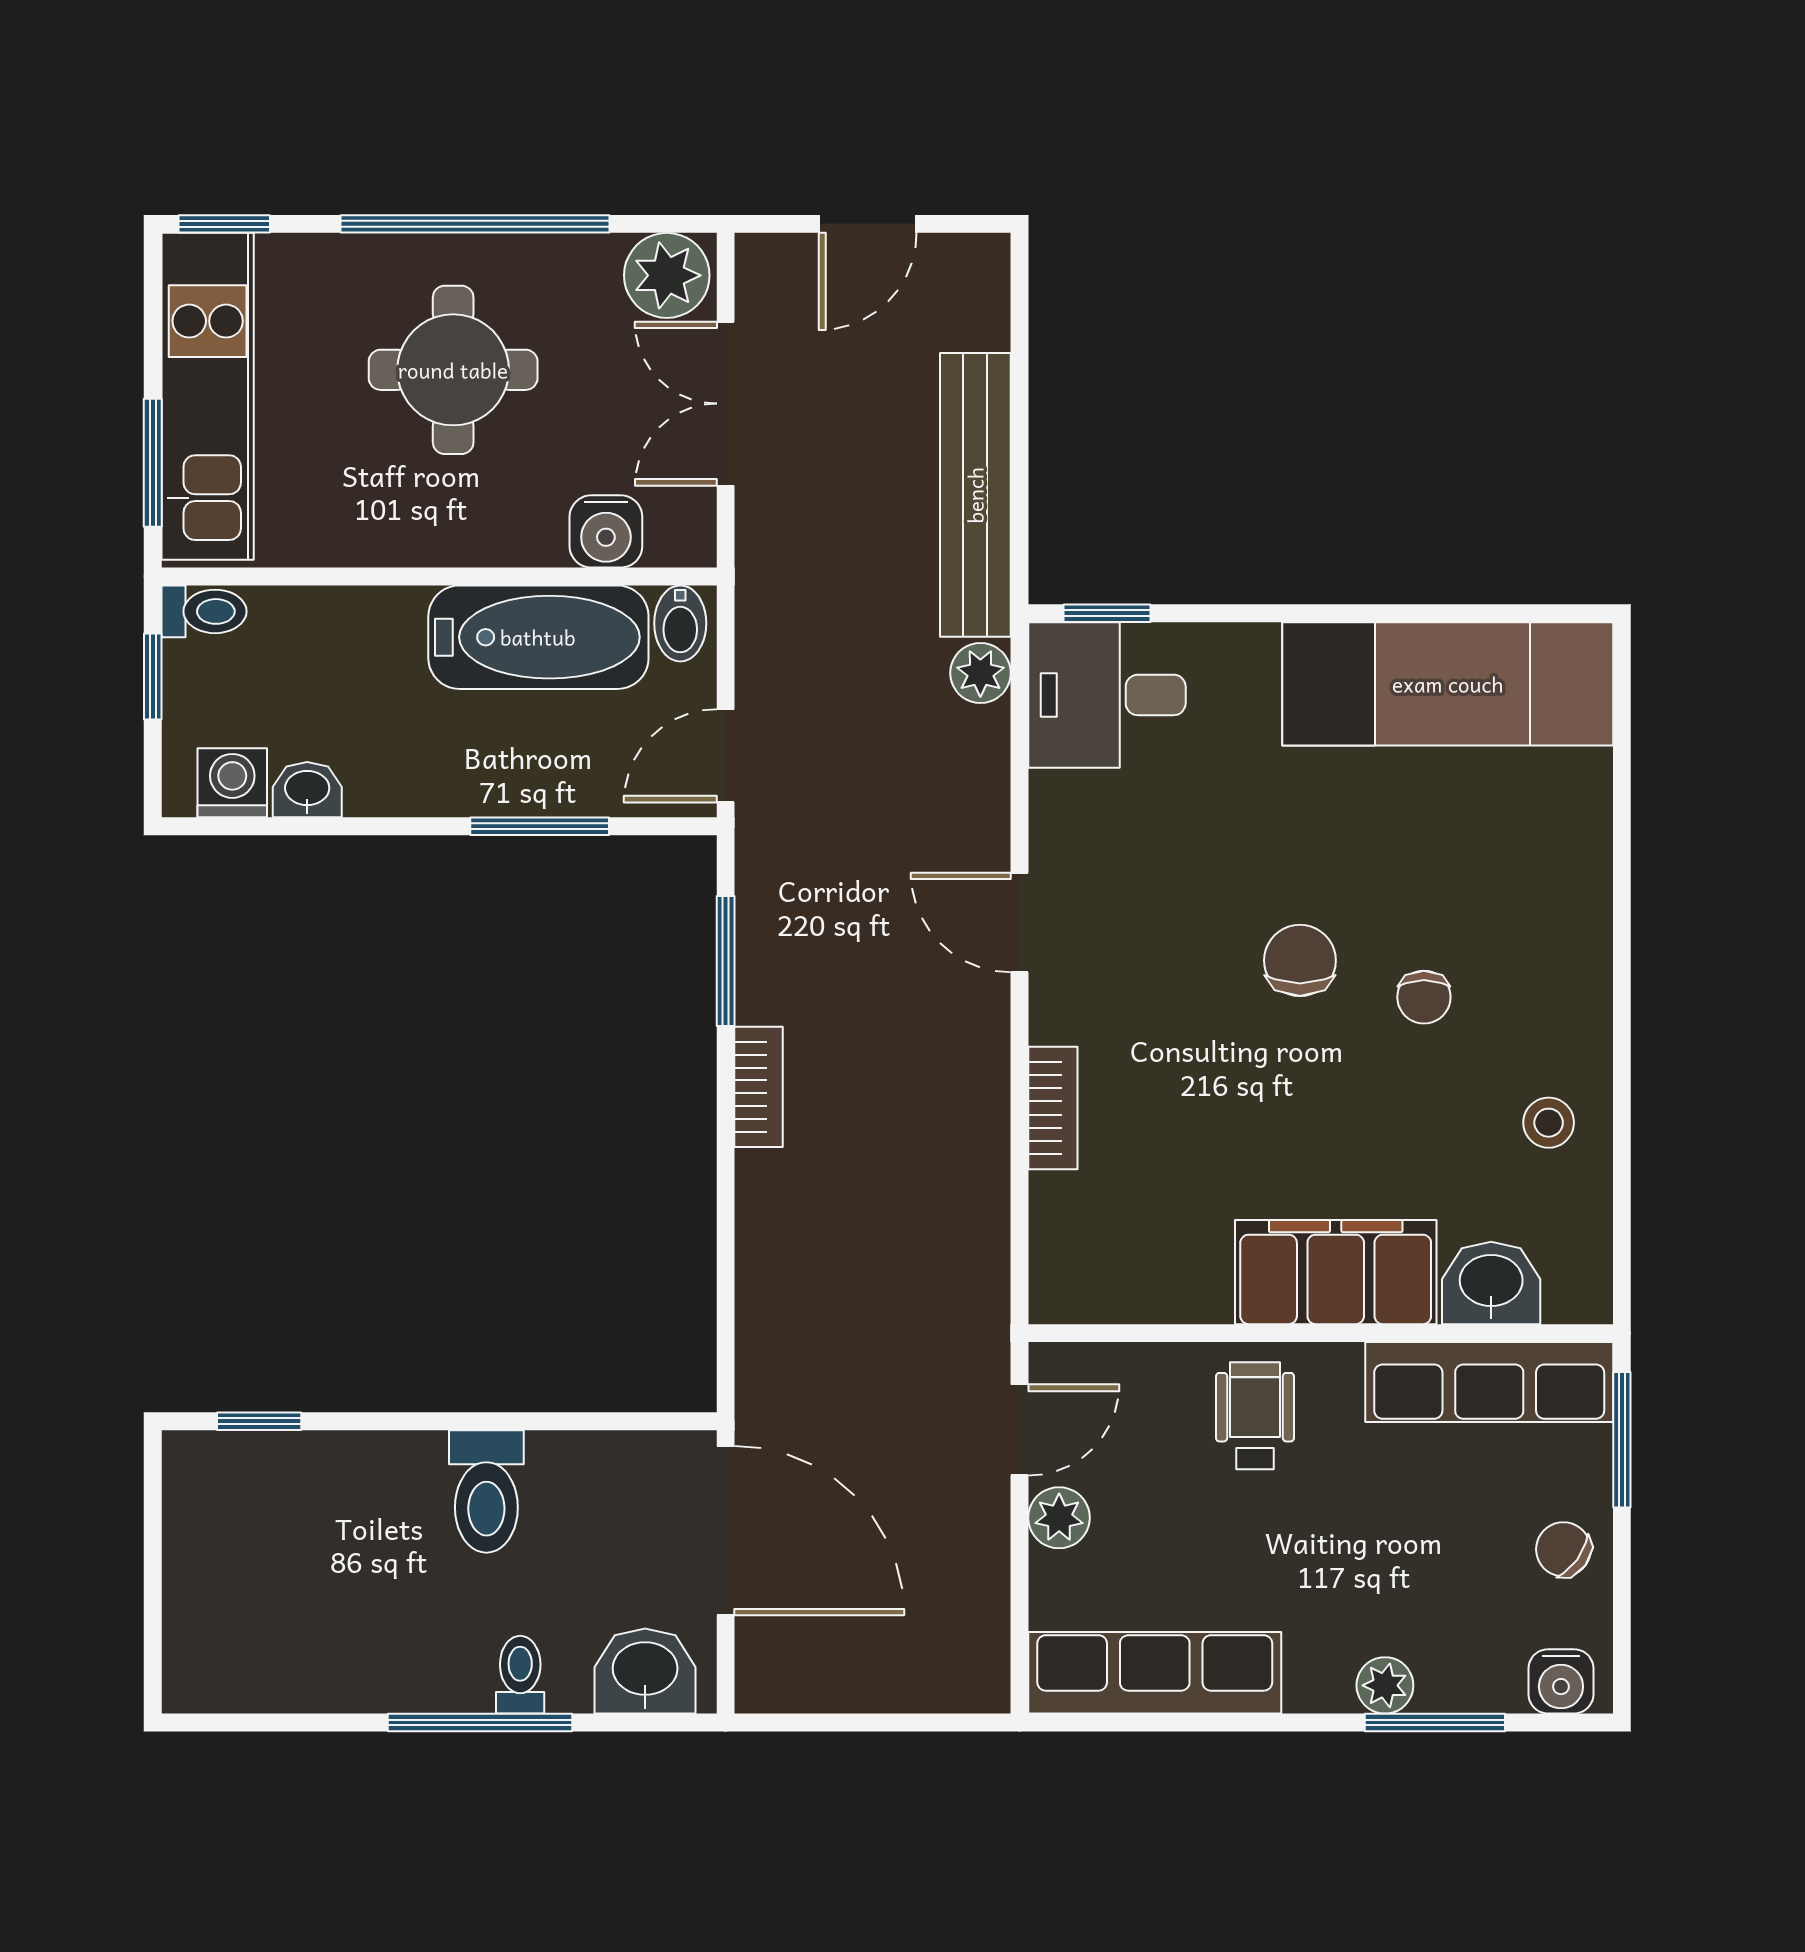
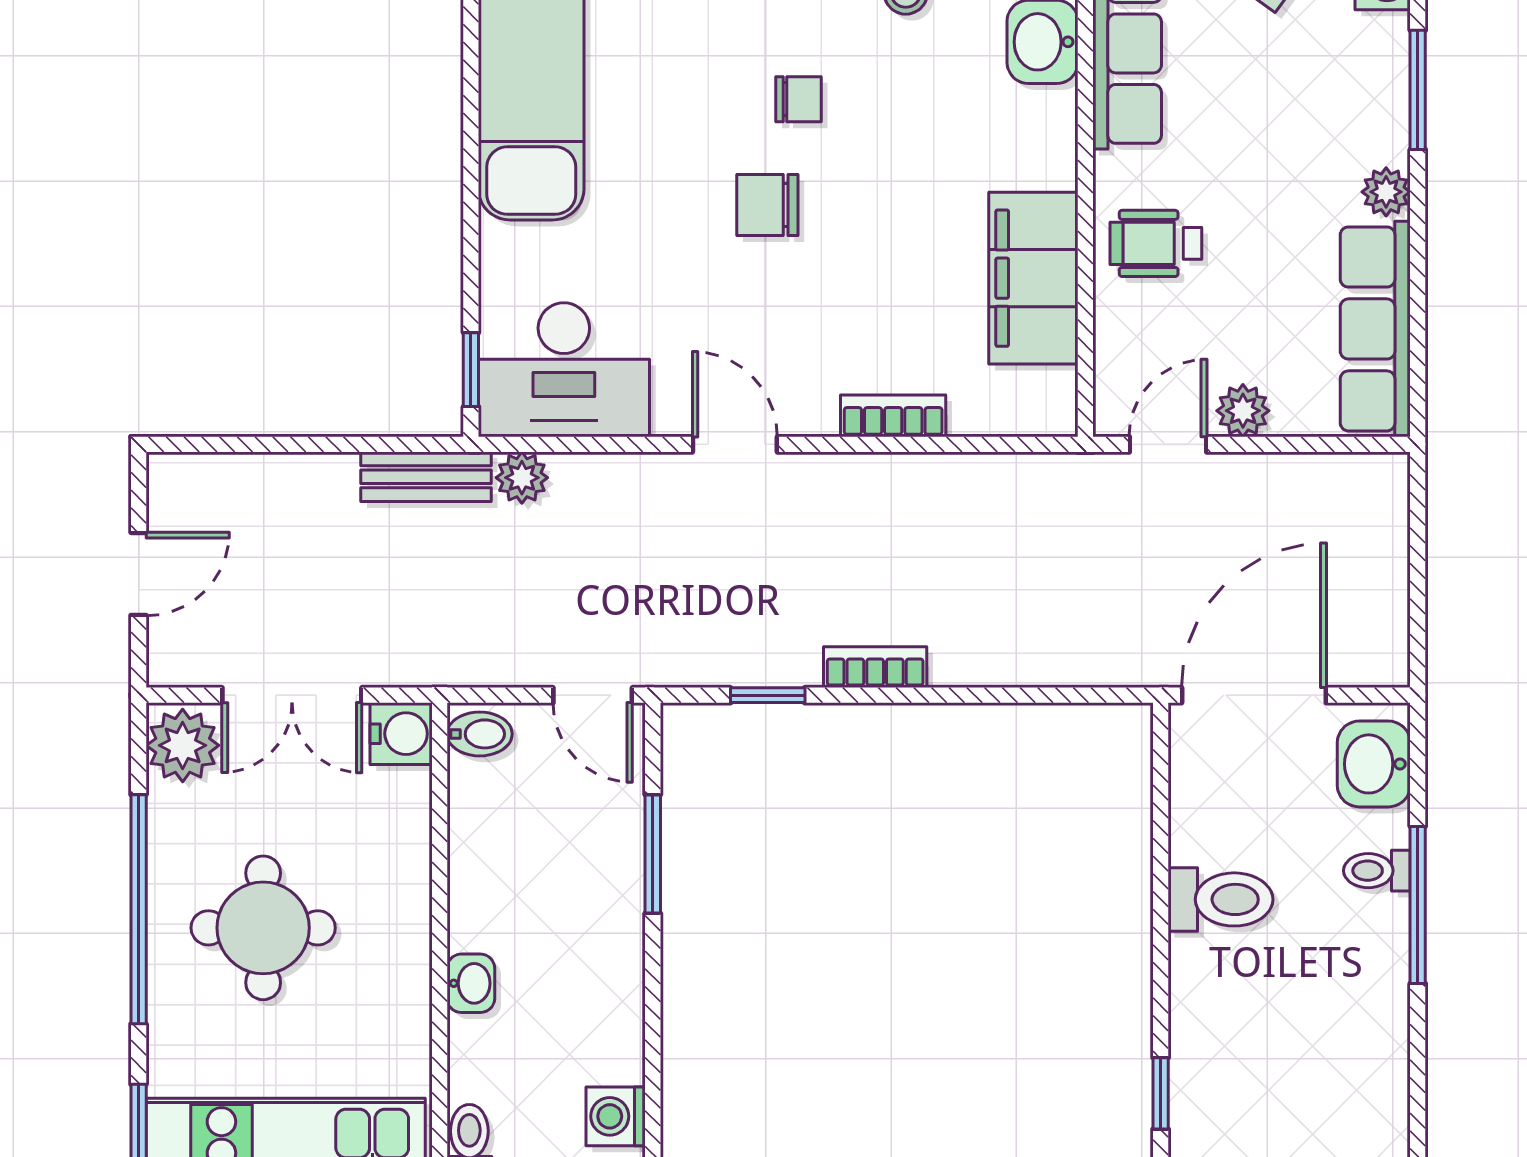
door: (868, 224) -> (139, 574), hinge flipped
bench: (975, 495) -> (426, 477), width x0.54, depth x0.82
water cooler: (606, 531) -> (401, 734), moved
bathtub: (538, 637) -> (491, 855), removed
desk: (1107, 695) -> (564, 370), width x1.37
washbasin: (307, 790) -> (471, 983), moved, turned 180
door: (1020, 922) -> (735, 444), swing flipped
window: (726, 961) -> (768, 695), width x0.67
filing cabinet: (1336, 1272) -> (1033, 278), moved
door: (1020, 1430) -> (1168, 444), hinge flipped
plant: (1385, 1685) -> (1386, 192), moved

